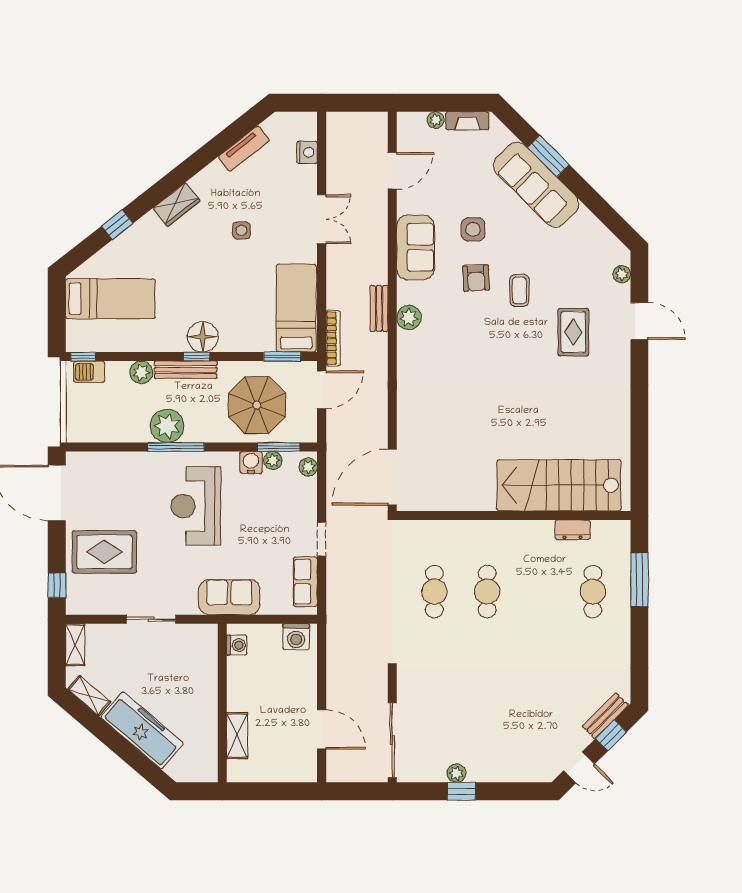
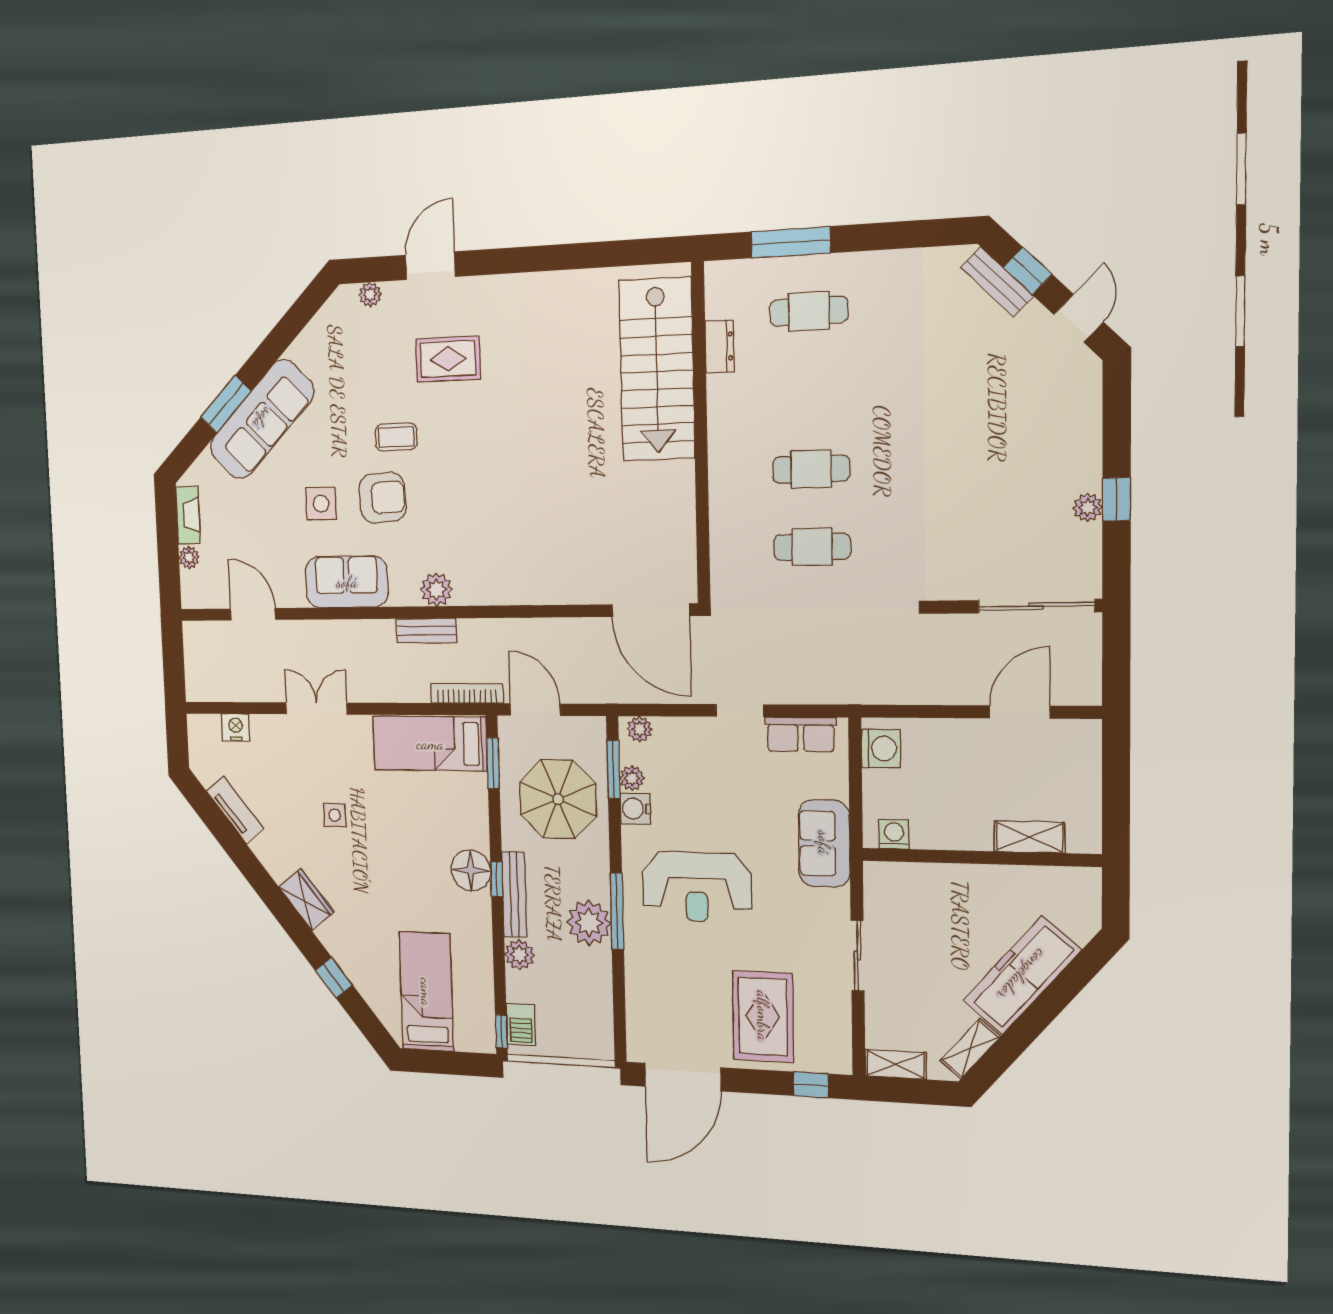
armchair: (476, 278) -> (383, 498), width x1.38, depth x1.38

